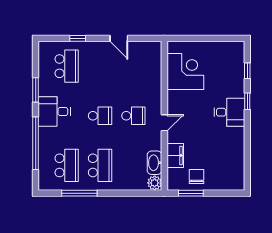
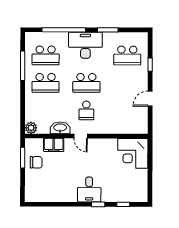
corner desk: (185, 72) -> (133, 153), moved, turned 90
desk: (54, 112) -> (85, 45), width x1.37
school desk: (100, 116) -> (86, 83), width x1.85
washbasin: (155, 163) -> (60, 128), moved

